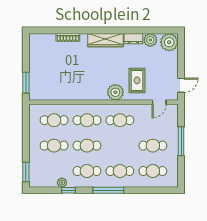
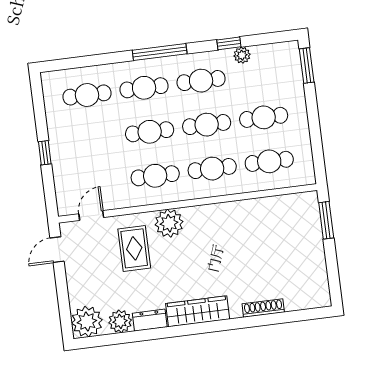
window: (181, 141) -> (45, 153), width x0.46
cafe table: (153, 146) -> (150, 132), moved

